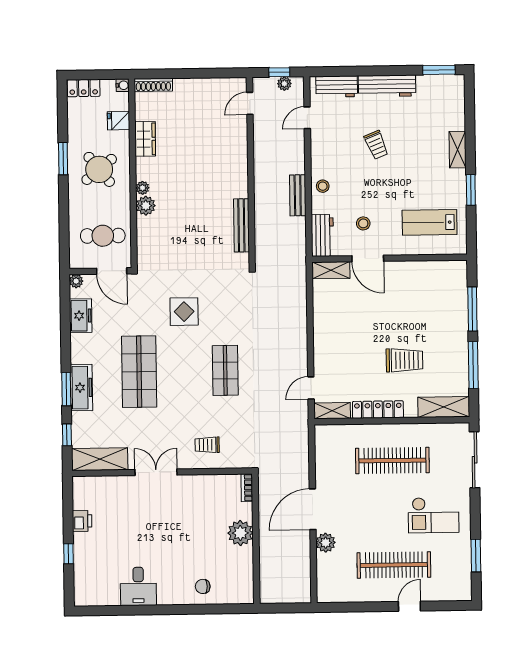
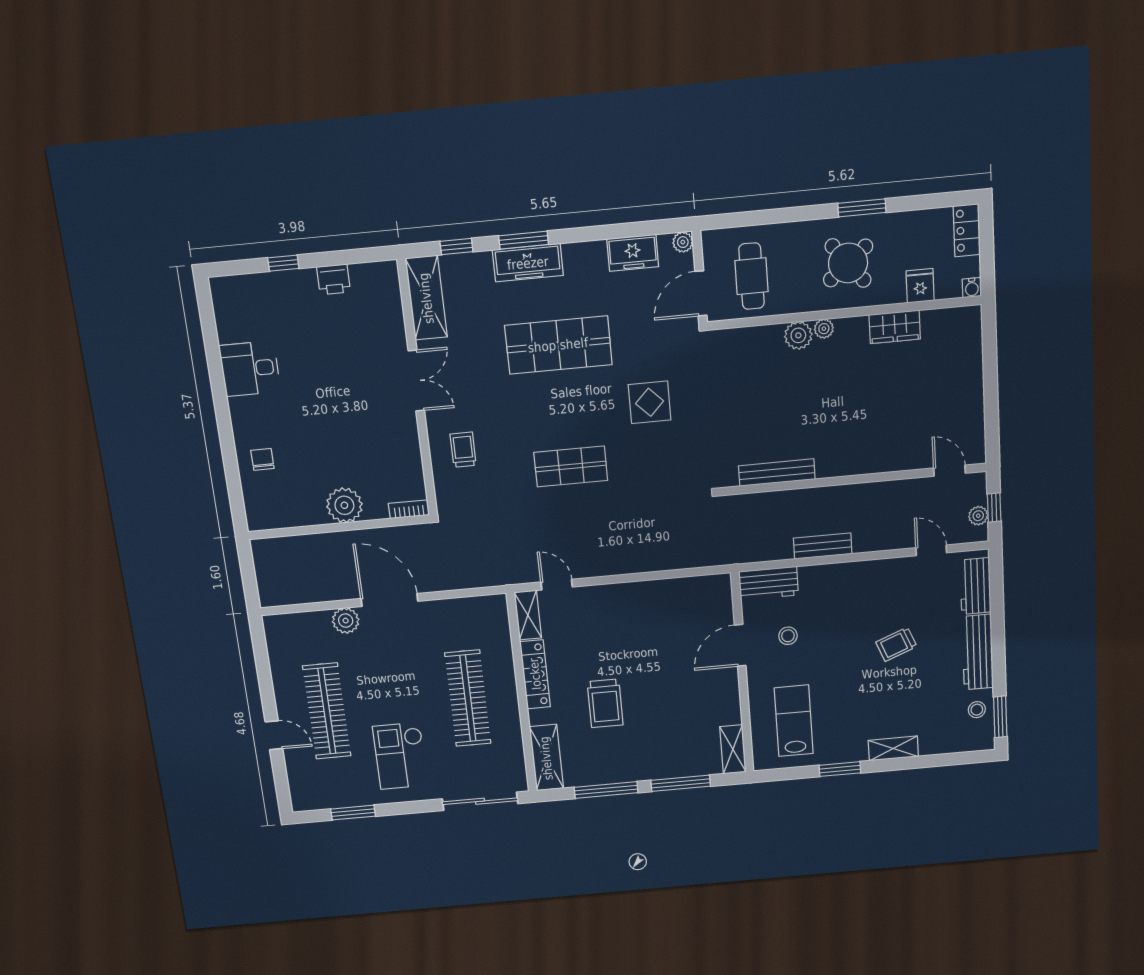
shoe rack: (153, 85) -> (973, 332), removed
stool: (323, 186) -> (977, 710), moved
shelving: (331, 270) -> (733, 749), moved

